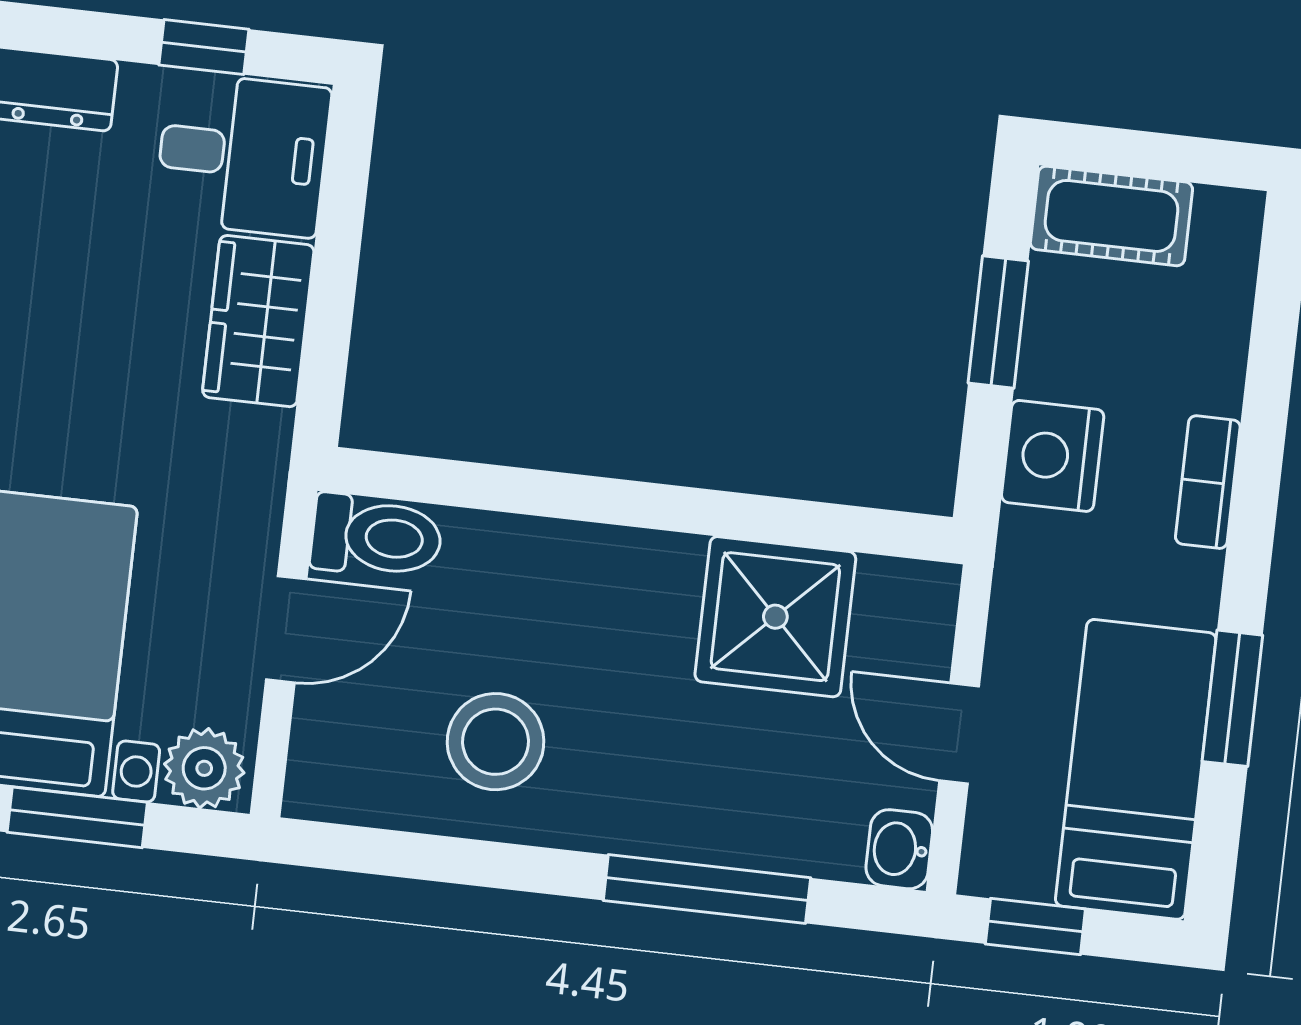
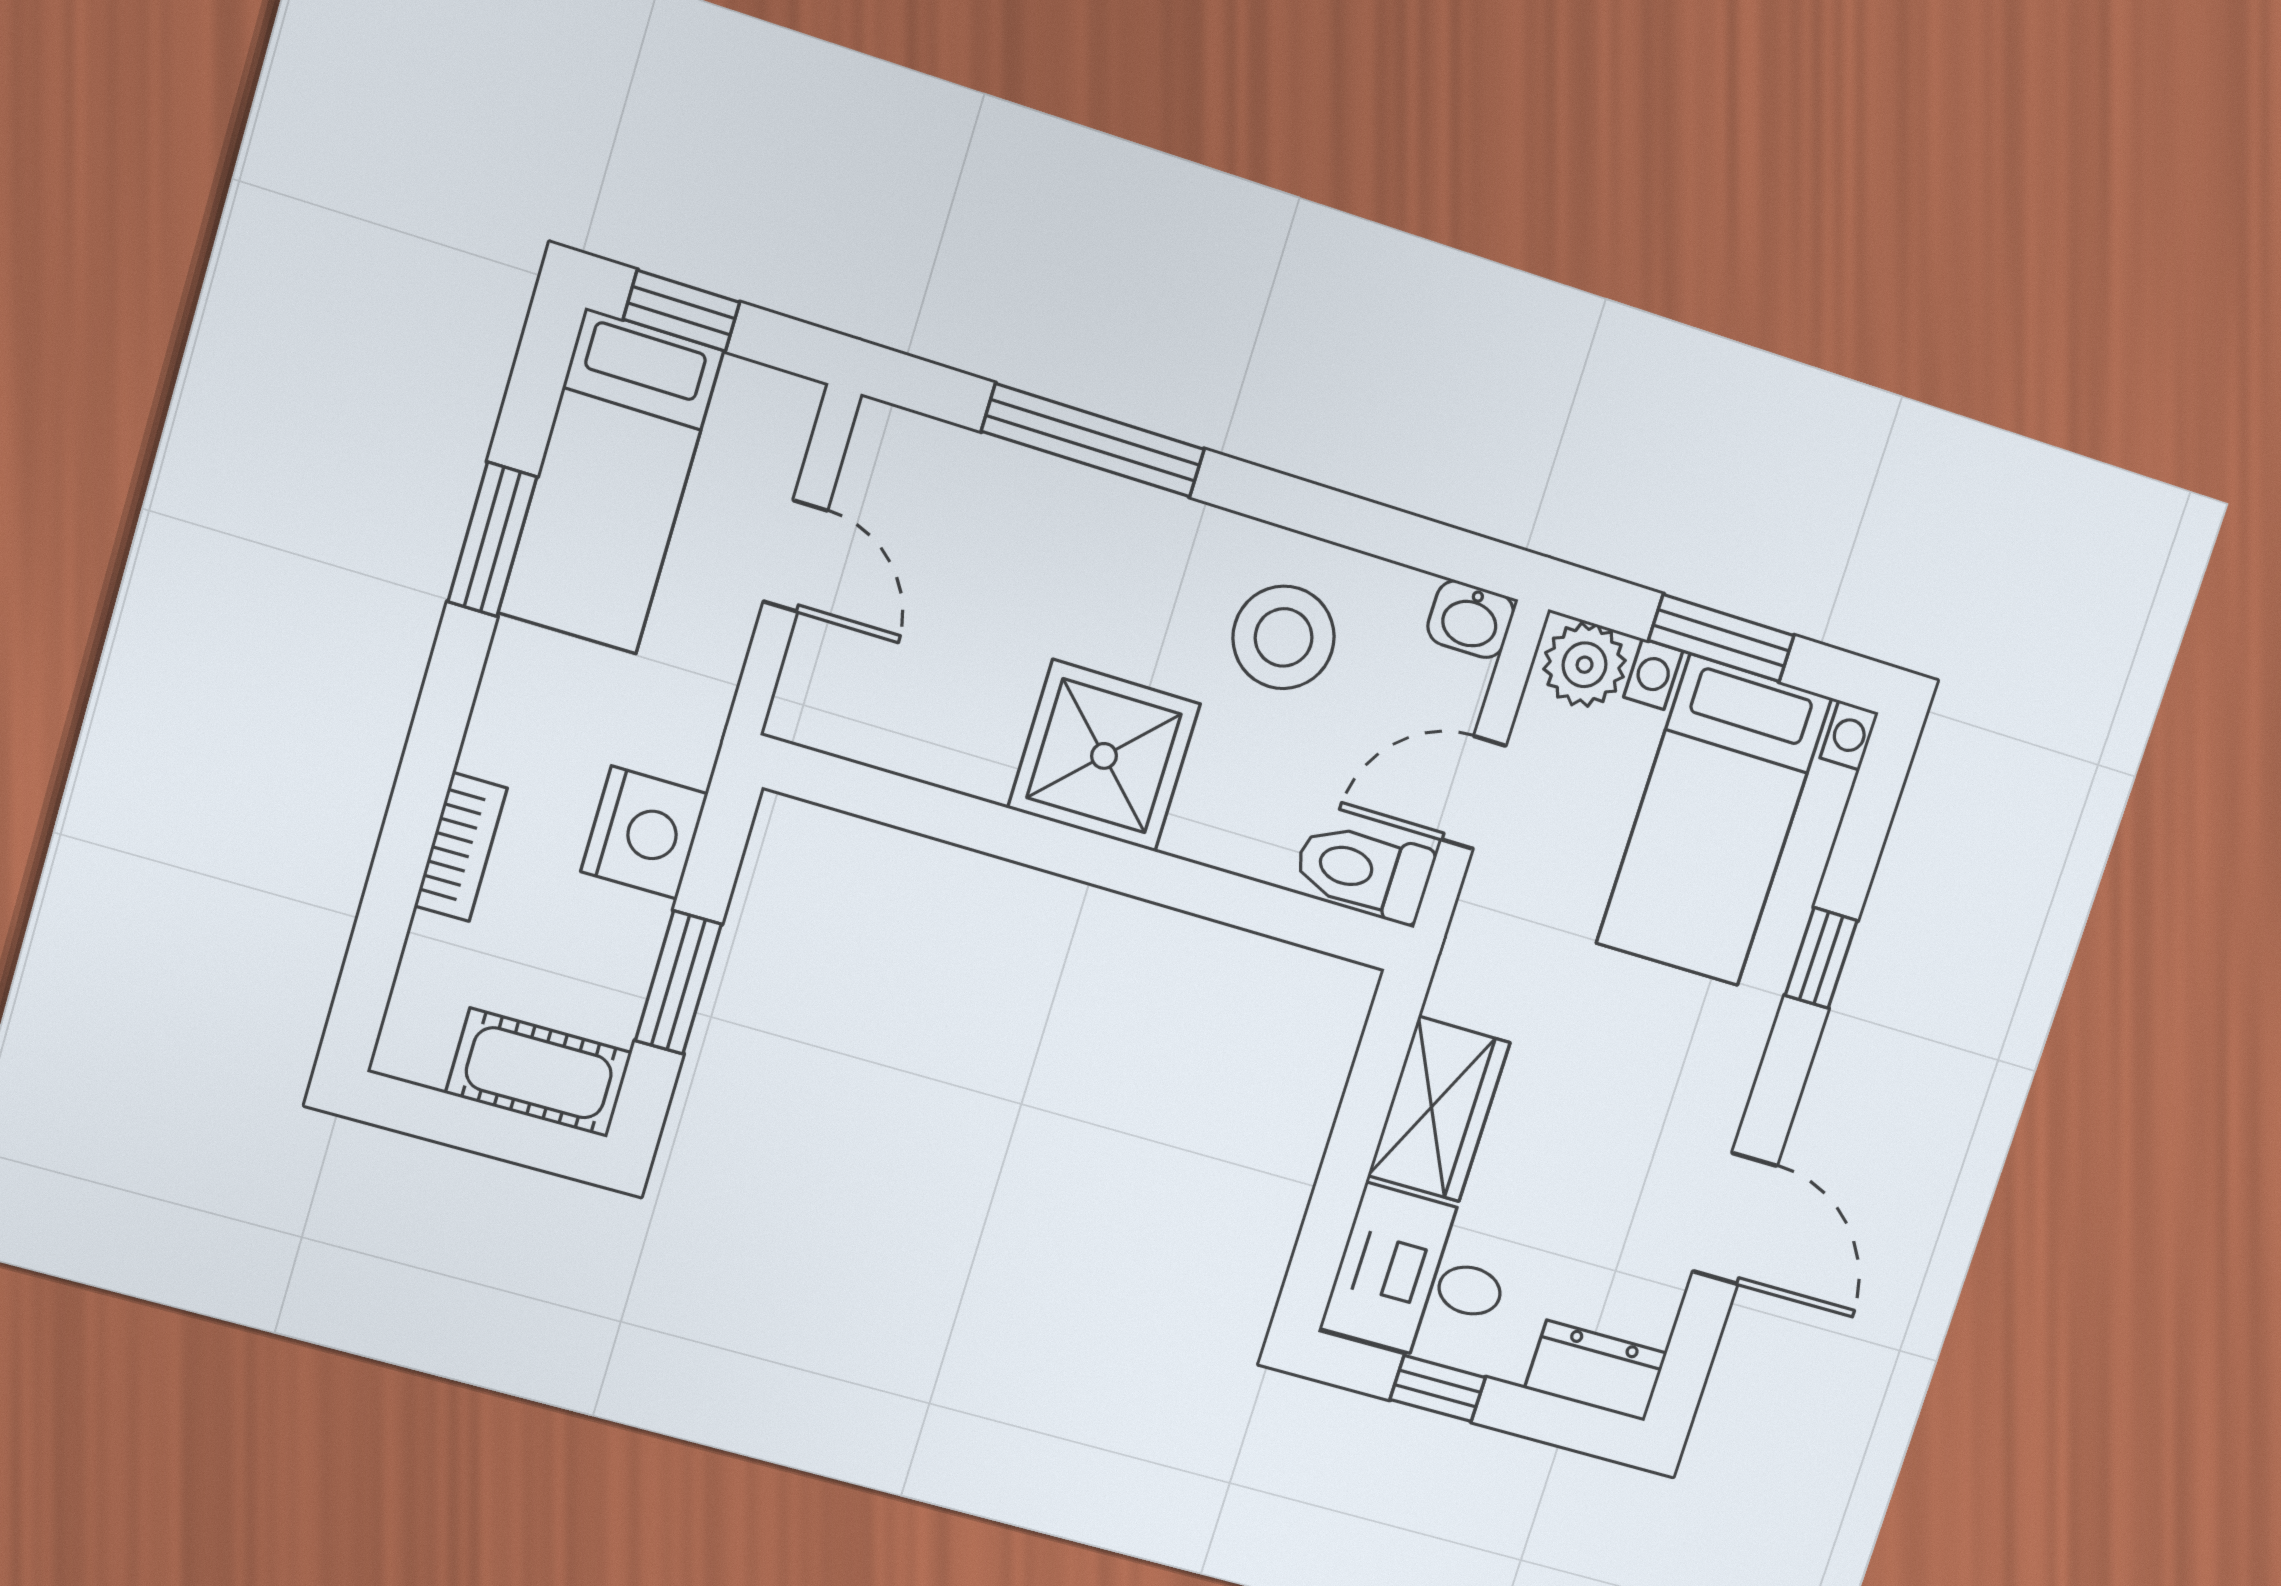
bookcase: (1208, 482) -> (461, 847), moved
shower: (775, 617) -> (1104, 756), moved
washbasin: (899, 849) -> (1471, 619), moved, turned 90
window: (1035, 926) -> (681, 311), moved

